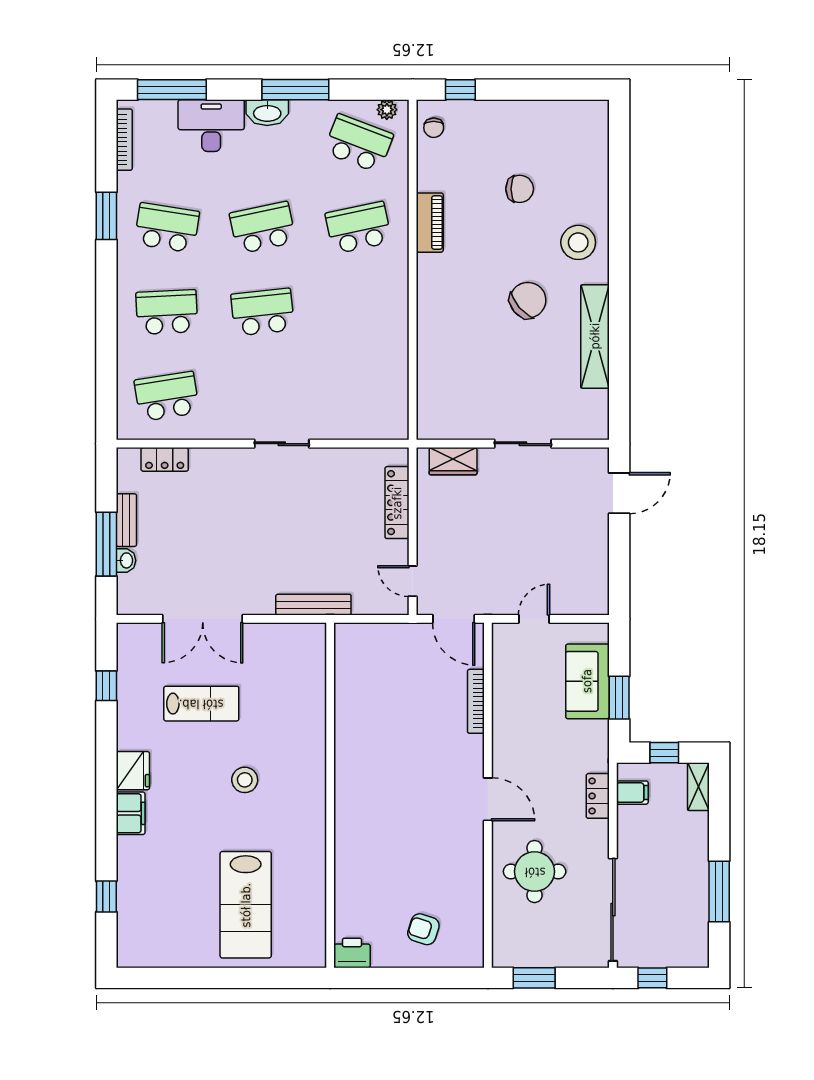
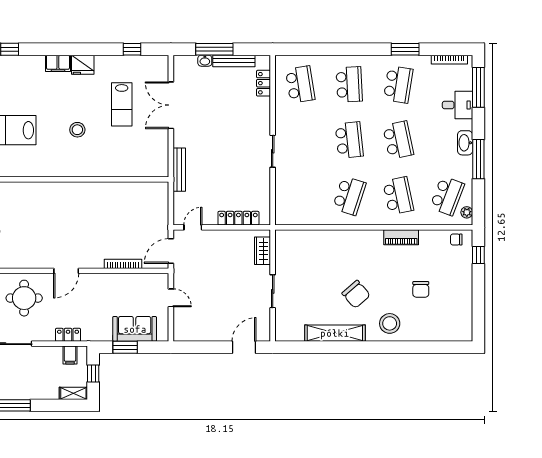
desk: (211, 126) -> (457, 105), width x0.73
school desk: (358, 312) -> (349, 196), added
door: (619, 493) -> (244, 347), swing flipped
bench: (126, 520) -> (234, 61), width x1.36

